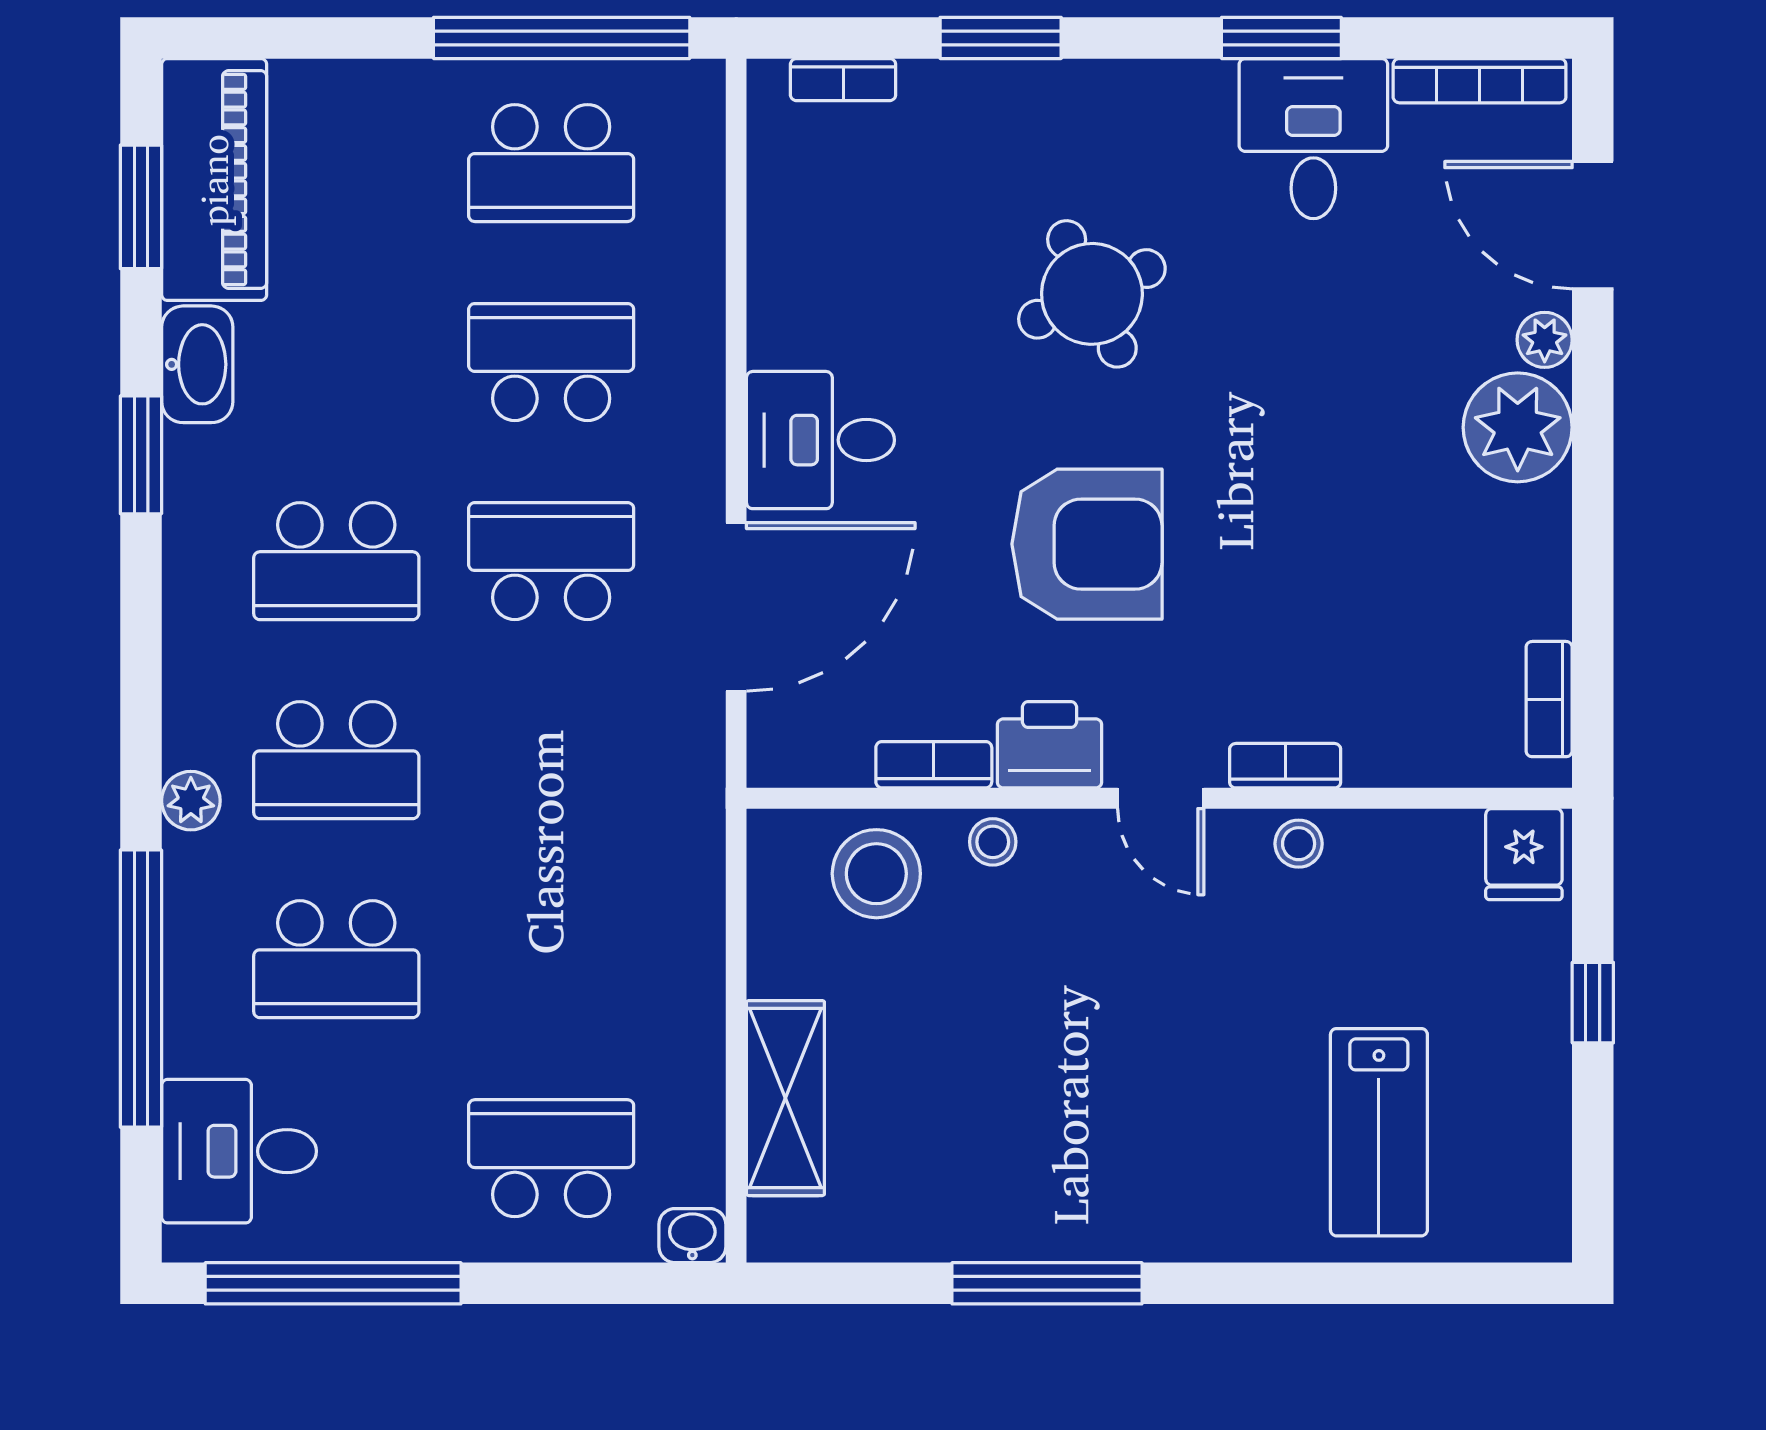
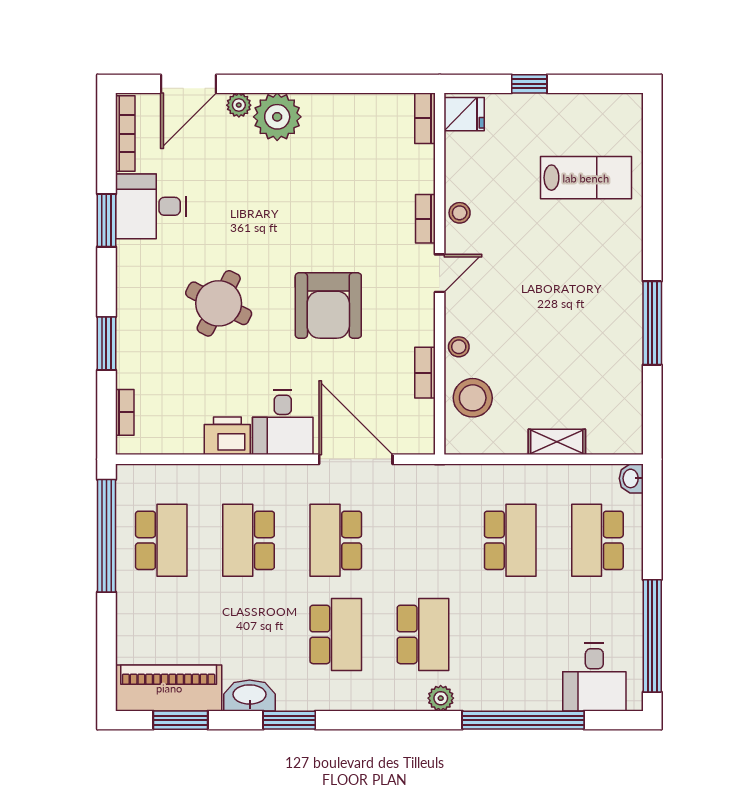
round table: (1092, 294) -> (219, 303), turned -38
armchair: (1087, 544) -> (328, 306), turned 180
bookcase: (1549, 699) -> (425, 118), moved, turned 90
printer: (1049, 745) -> (227, 436), moved, turned 90
school desk: (336, 959) -> (510, 540), moved
shelving: (785, 1098) -> (557, 442), width x0.67, depth x0.75

